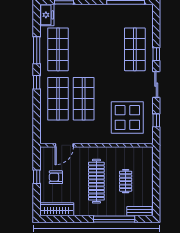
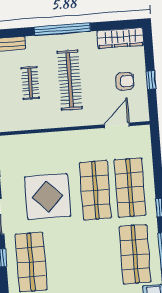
display table: (127, 118) -> (48, 197), moved
window: (114, 219) -> (62, 29), moved

